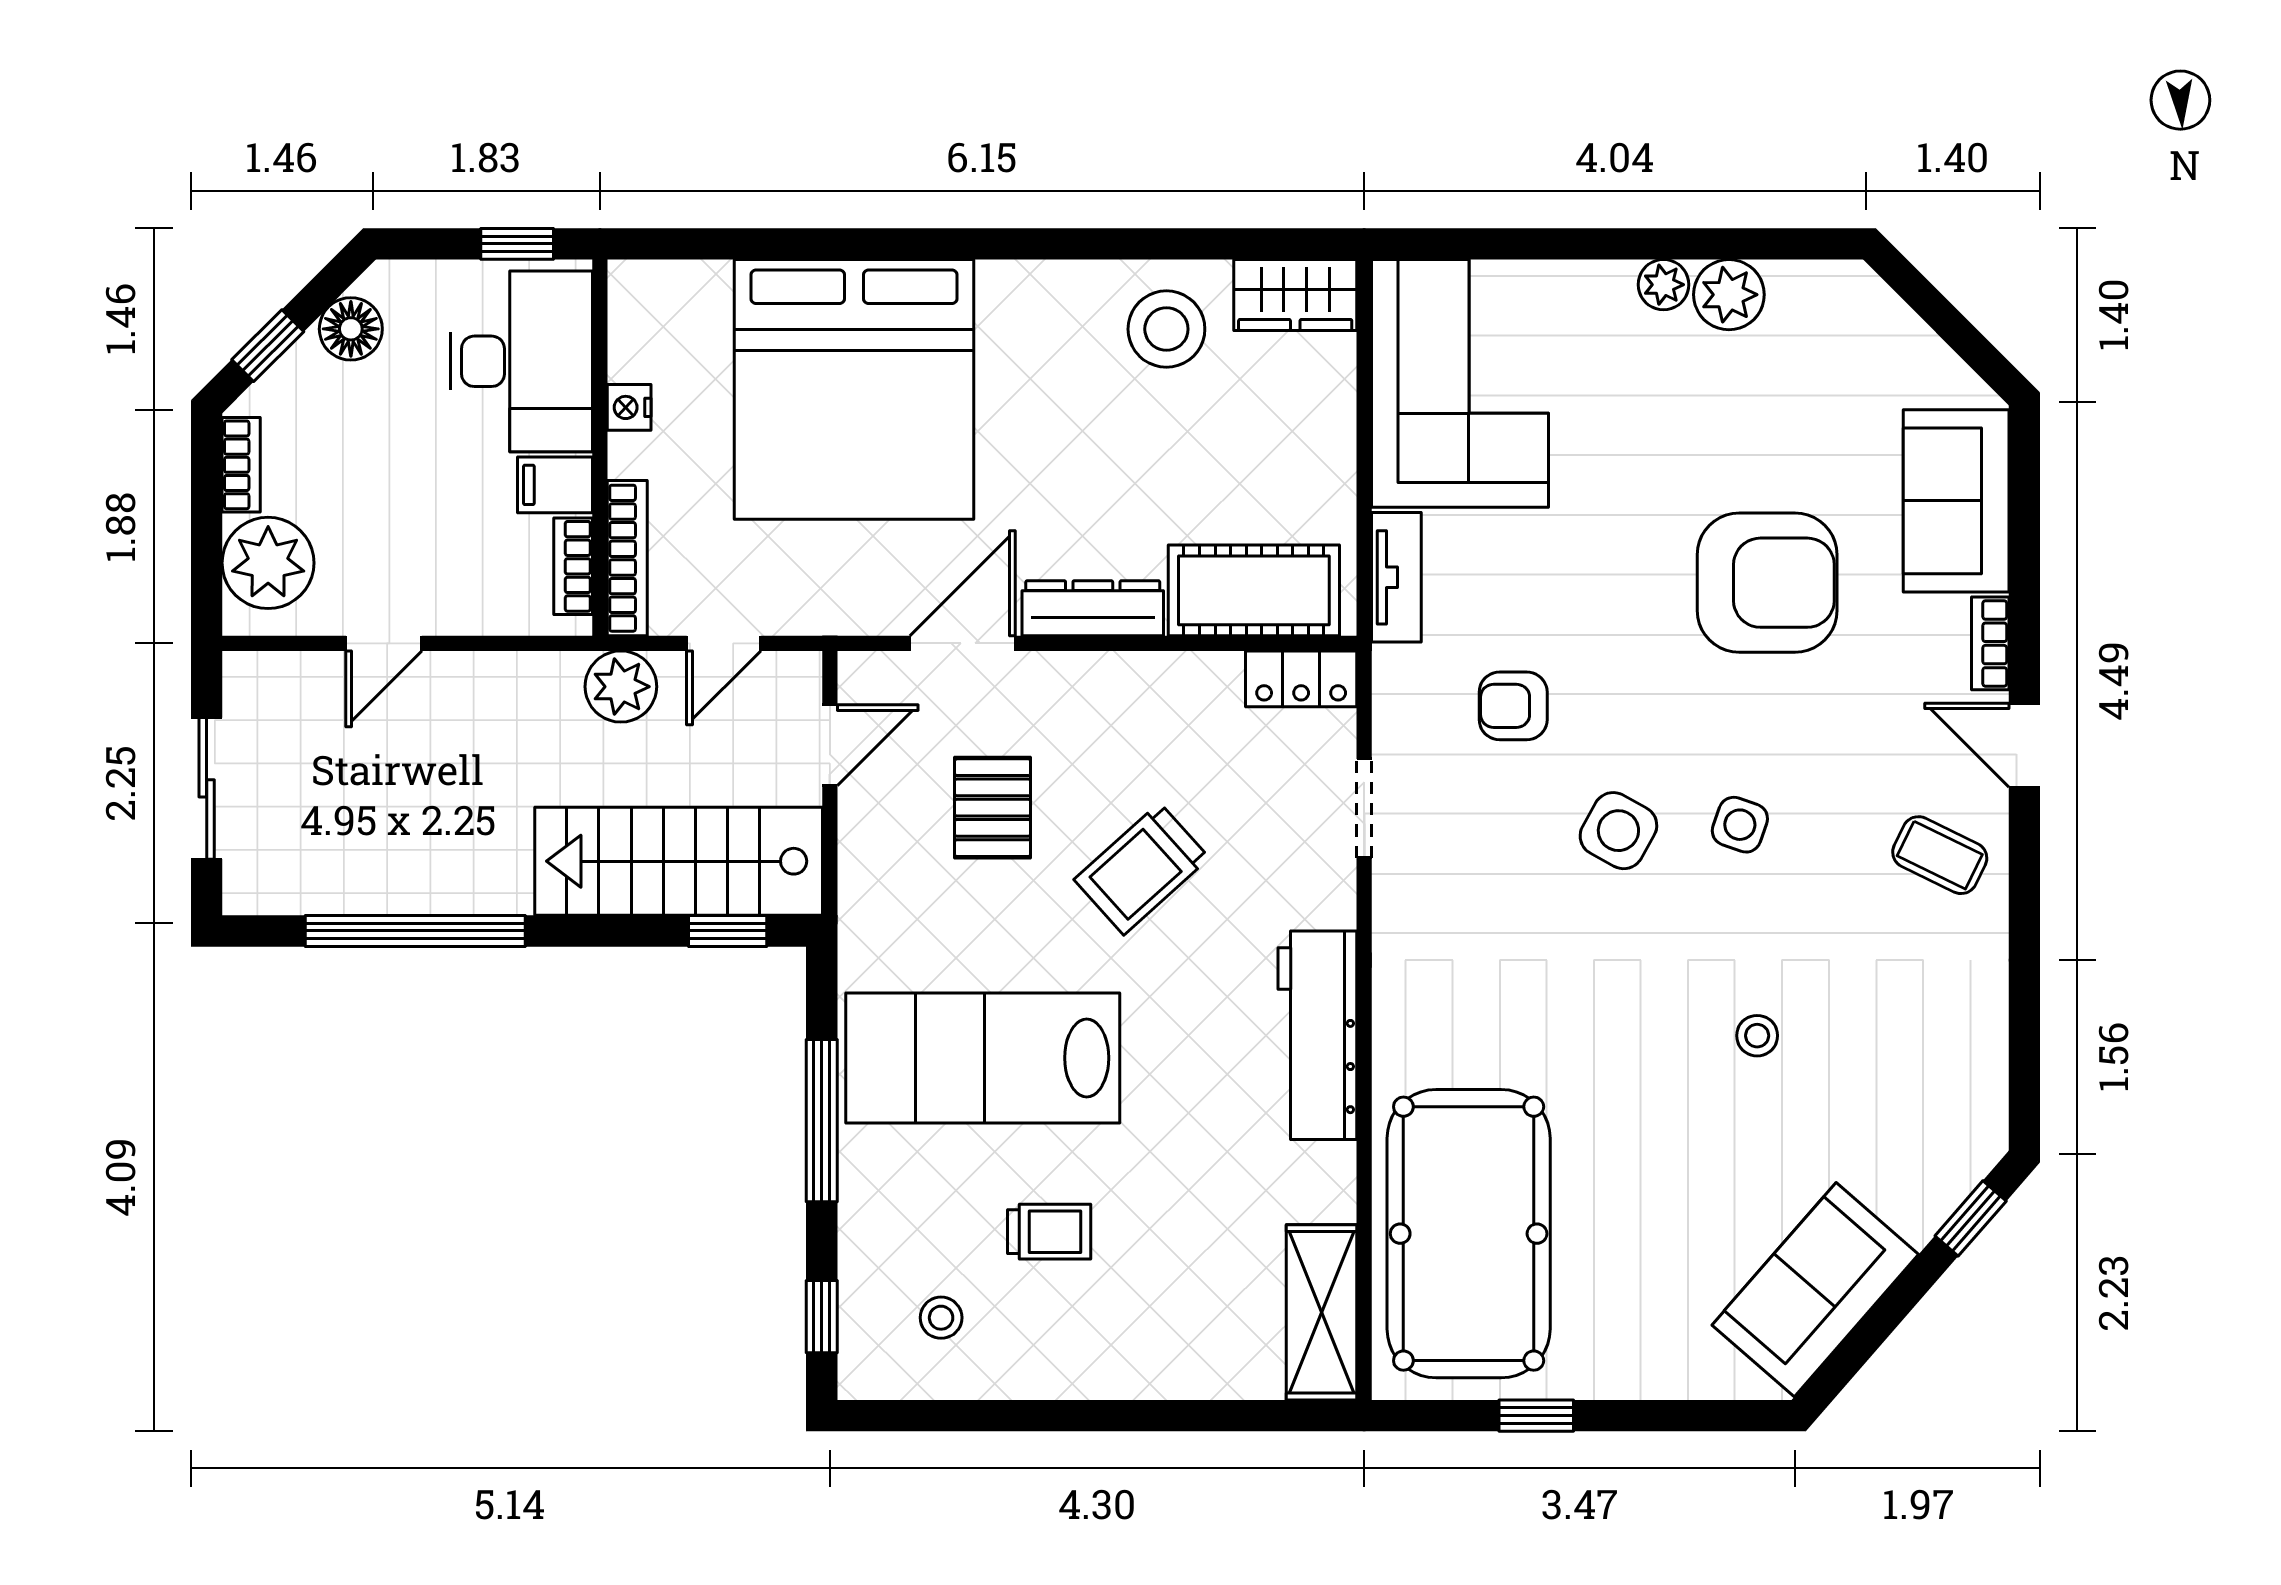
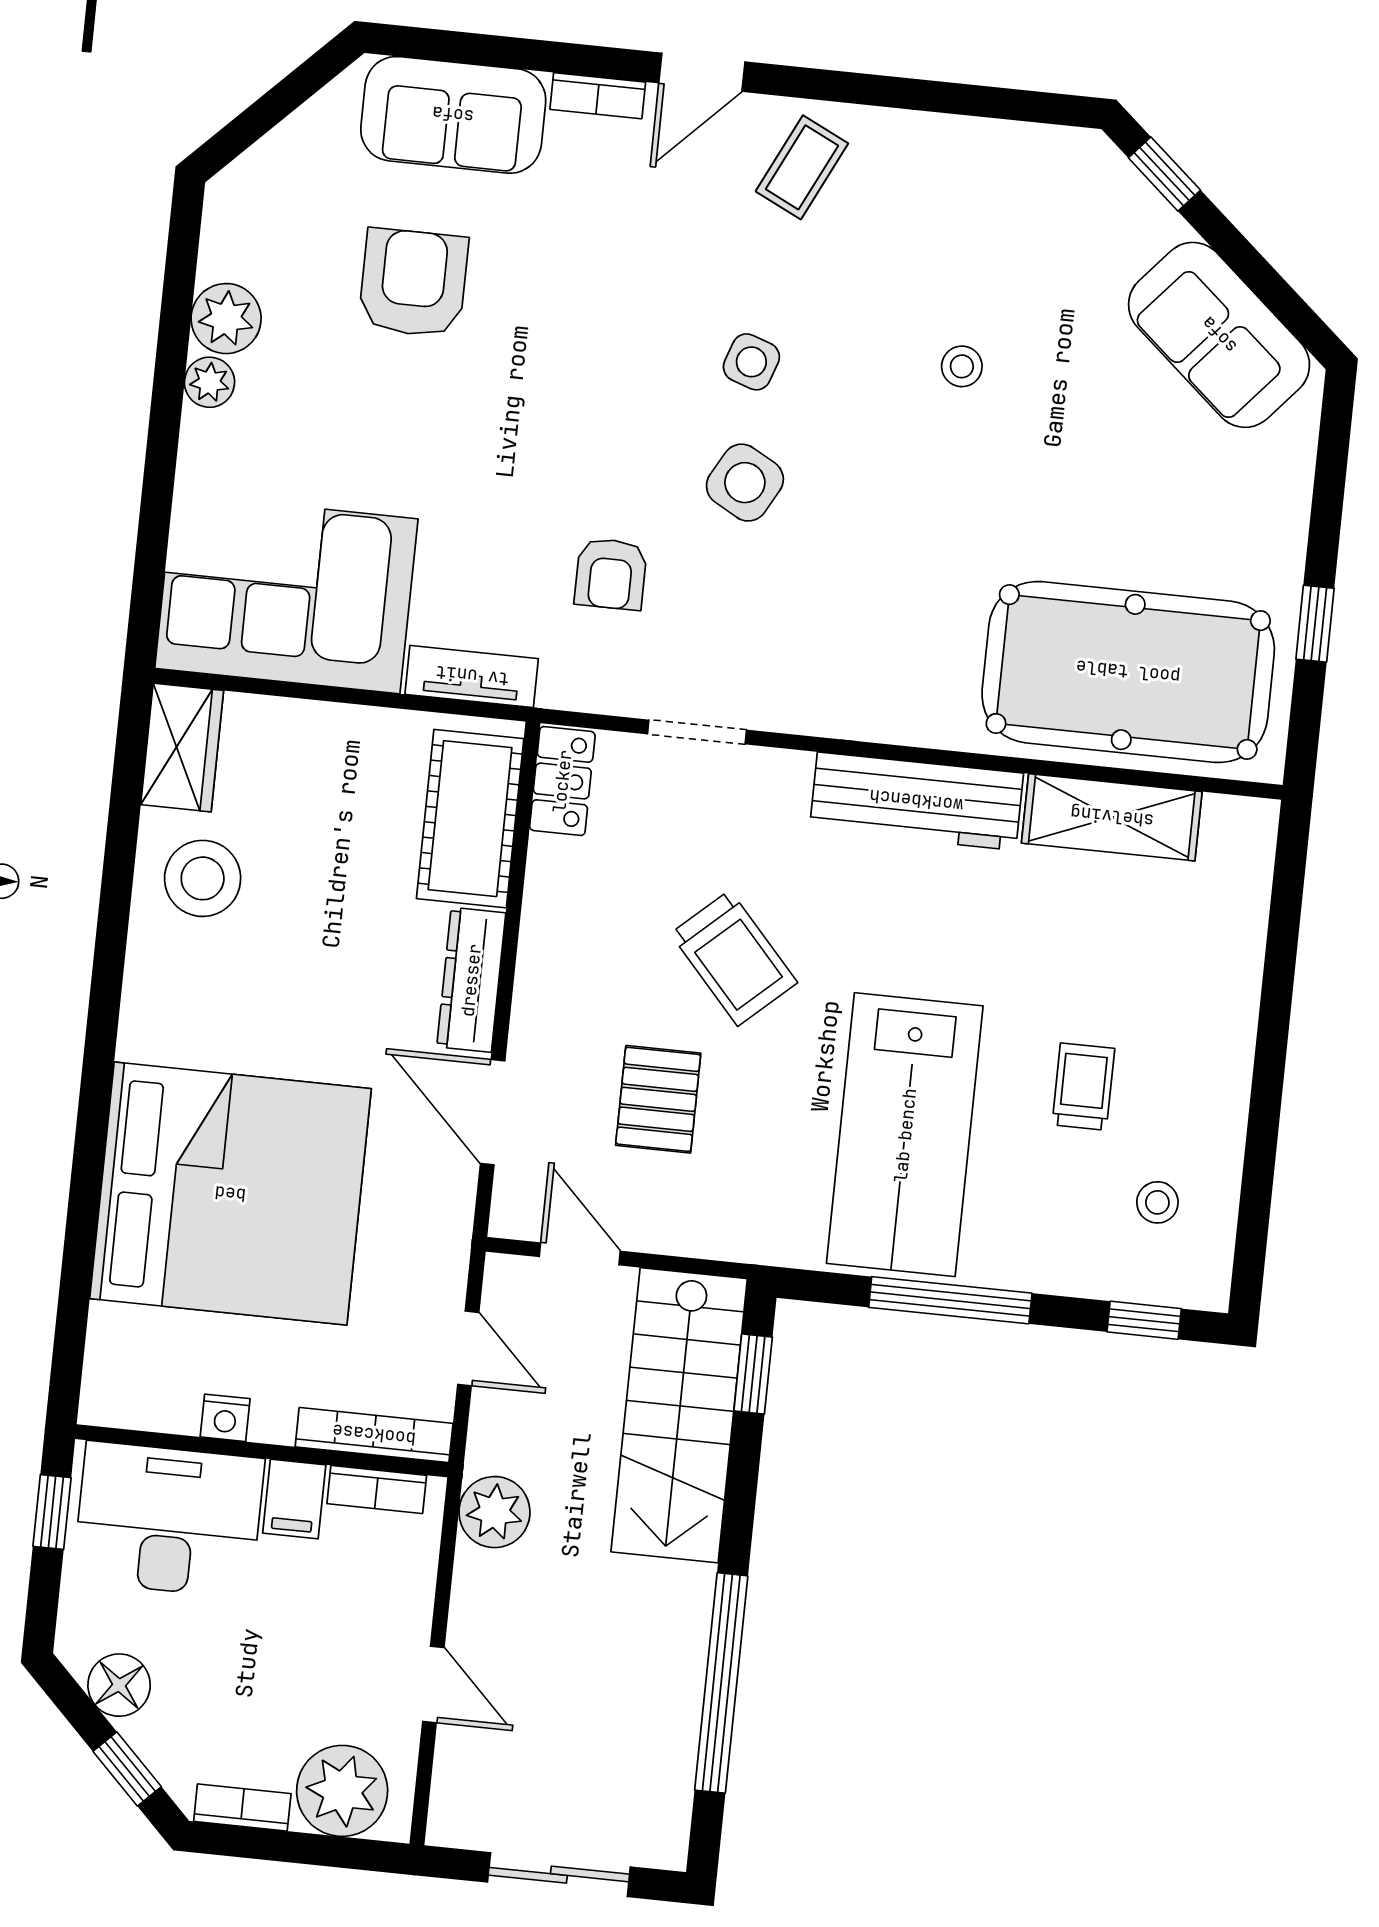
armchair: (1767, 583) -> (413, 283), moved, width x0.73, depth x0.73
plant: (621, 687) -> (494, 1512), moved
pallet: (993, 808) -> (658, 1099), turned 90
shelving: (1322, 1312) -> (1112, 817), moved

